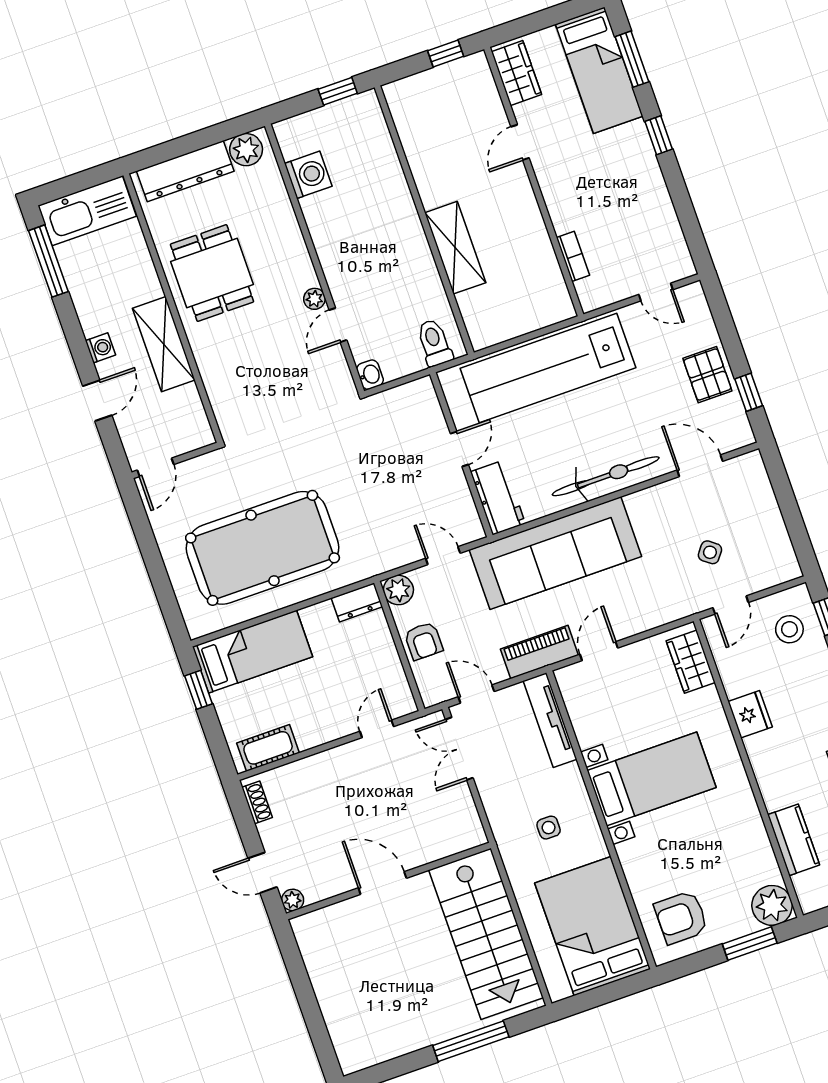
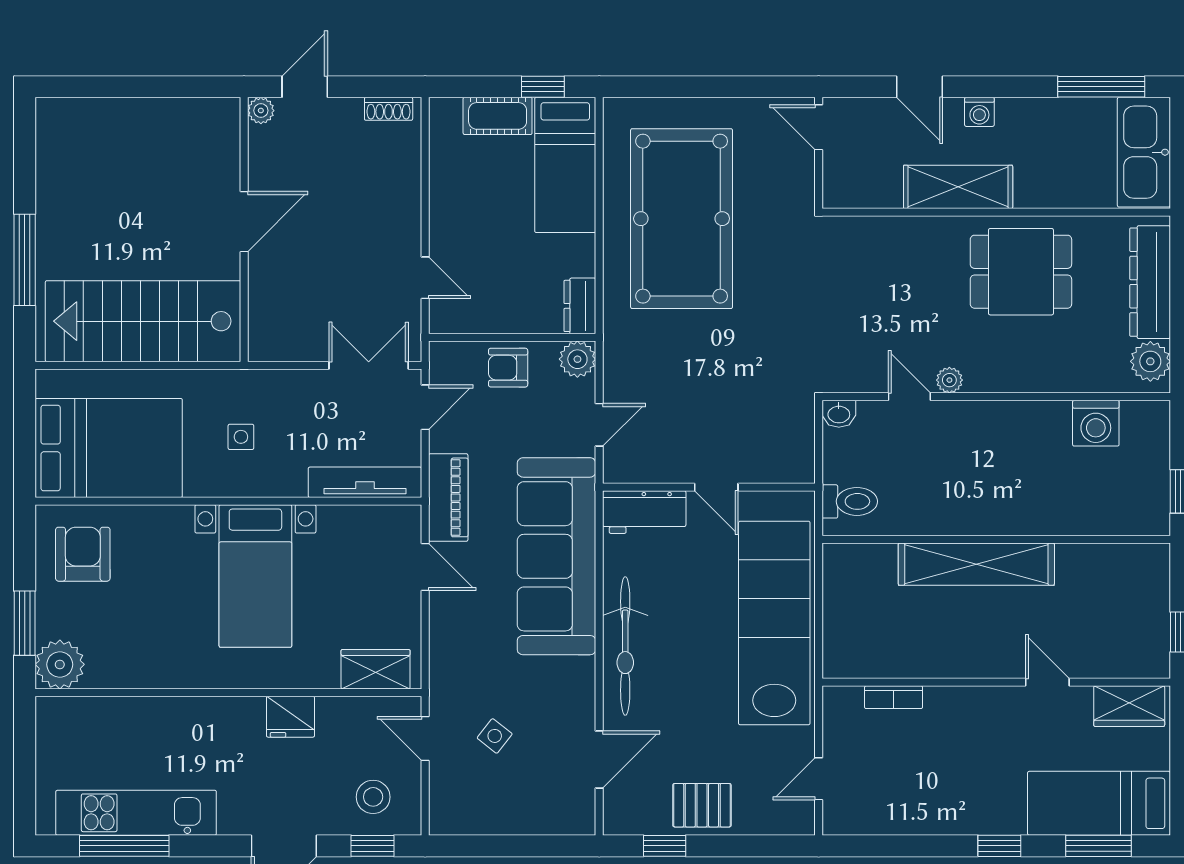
shelving: (455, 248) -> (976, 564), width x1.47
cot: (268, 748) -> (498, 116), moved, turned 90
kitchen counter: (794, 840) -> (127, 716), removed

